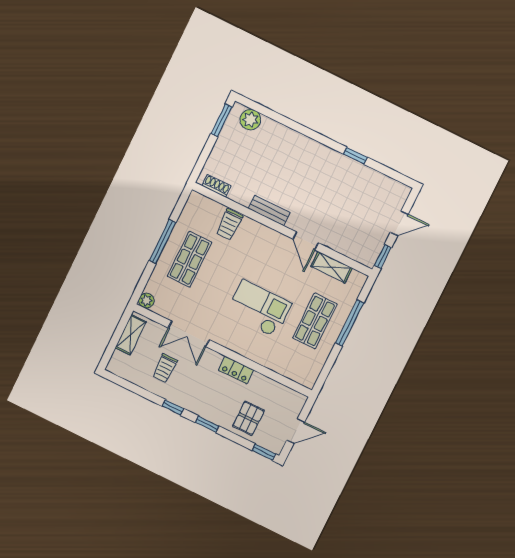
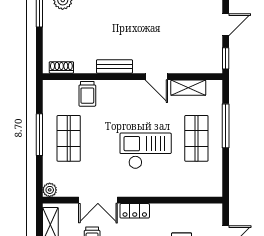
locker: (236, 370) -> (135, 211), moved

